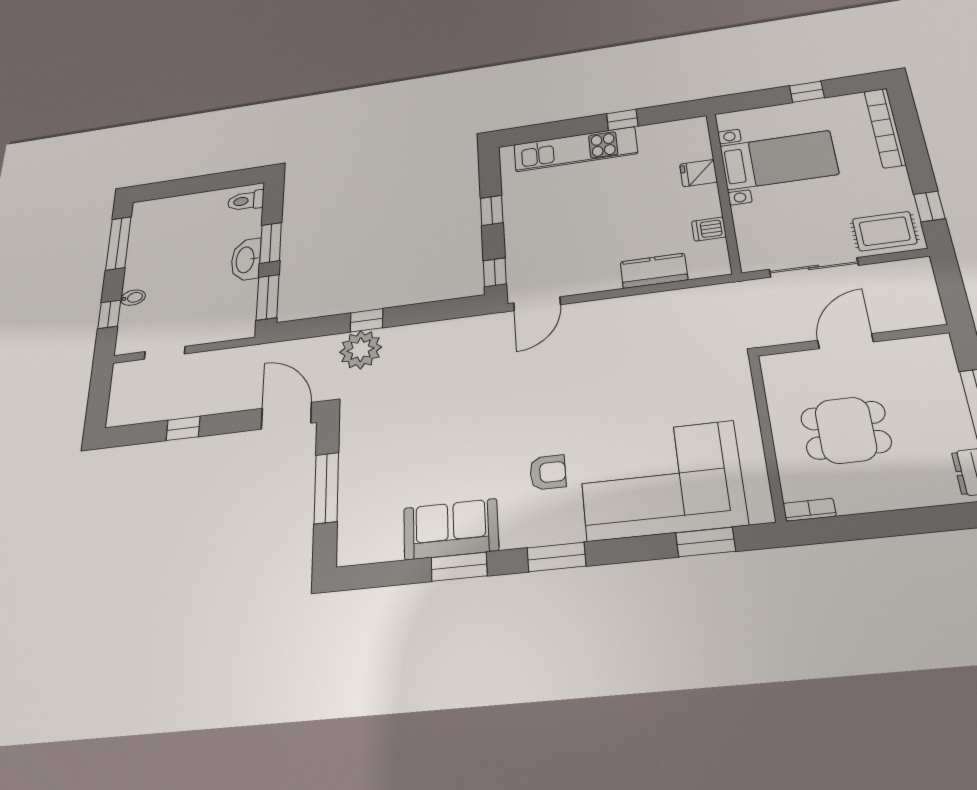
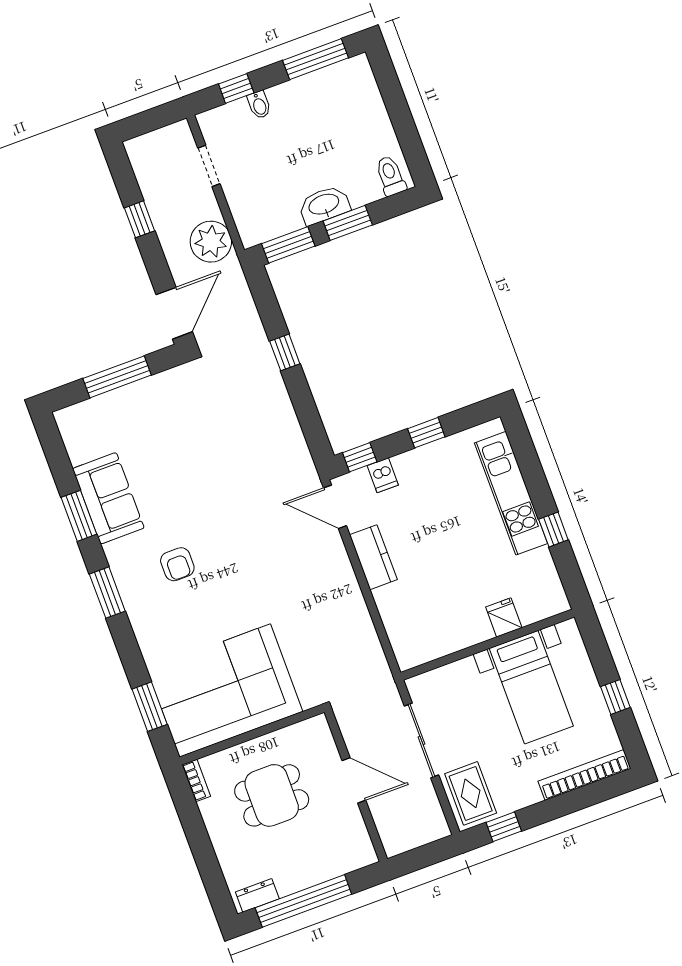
dishwasher: (709, 229) -> (383, 475), moved, turned 180
kitchen counter: (654, 271) -> (373, 557), moved
plant: (361, 350) -> (211, 242), moved
dining table: (846, 430) -> (272, 795), turned 90
corner sofa: (661, 480) -> (225, 691), moved, turned -90

